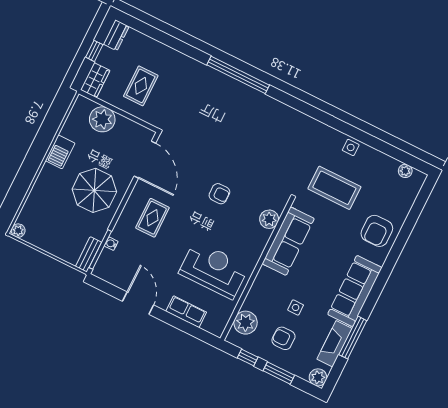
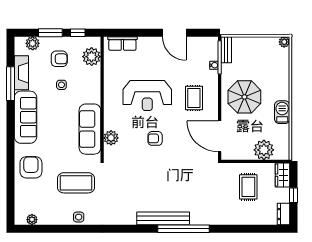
bench: (255, 98) -> (163, 218), added
reception desk: (214, 270) -> (147, 96), moved
row of seats: (186, 312) -> (122, 43), moved
plant: (318, 377) -> (33, 43), moved

